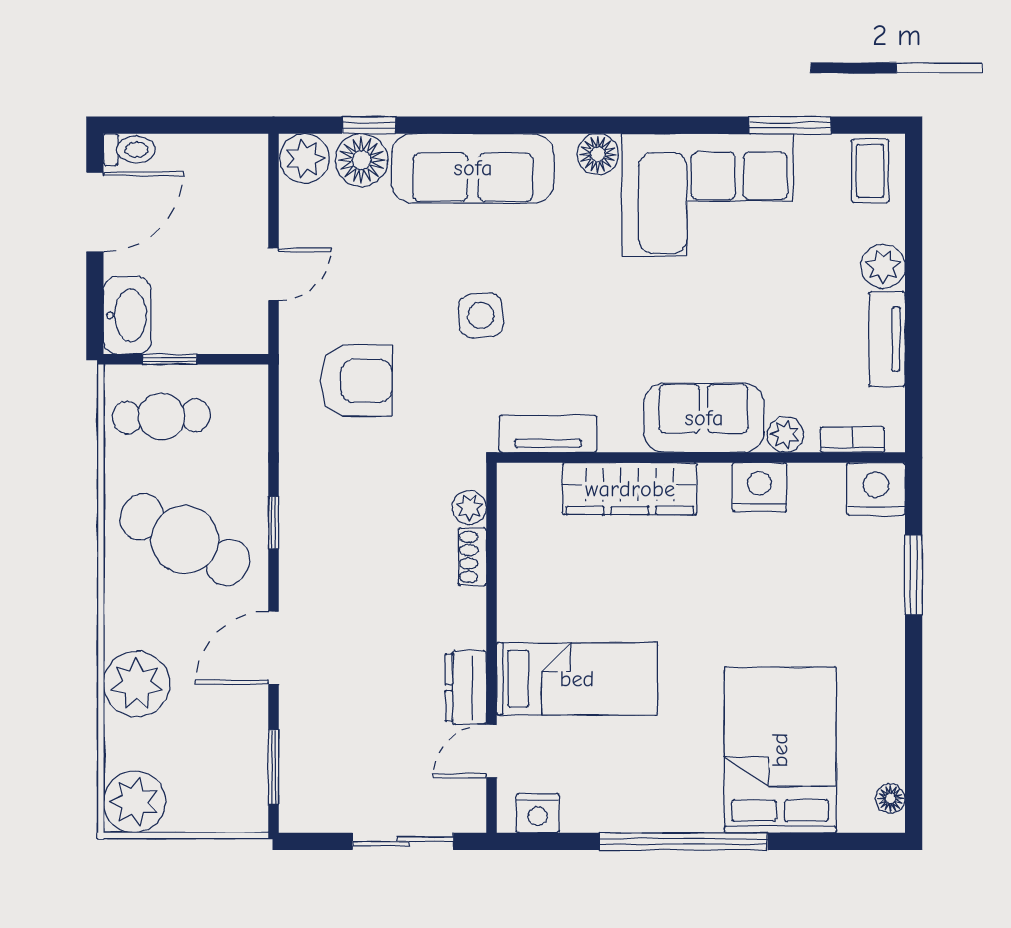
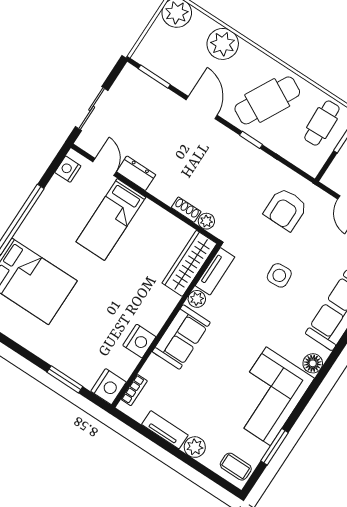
plant: (785, 434) -> (197, 299), moved
wardrobe: (630, 489) -> (189, 263), moved

